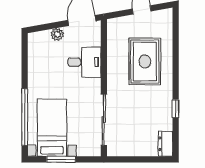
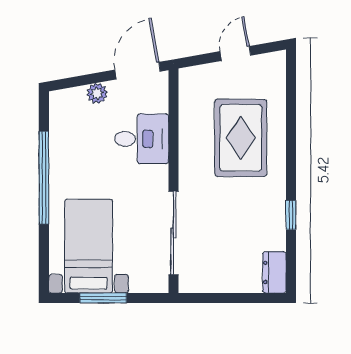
window: (25, 117) -> (44, 178), moved

